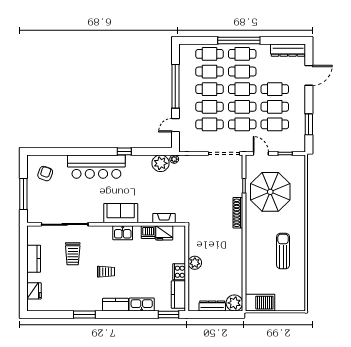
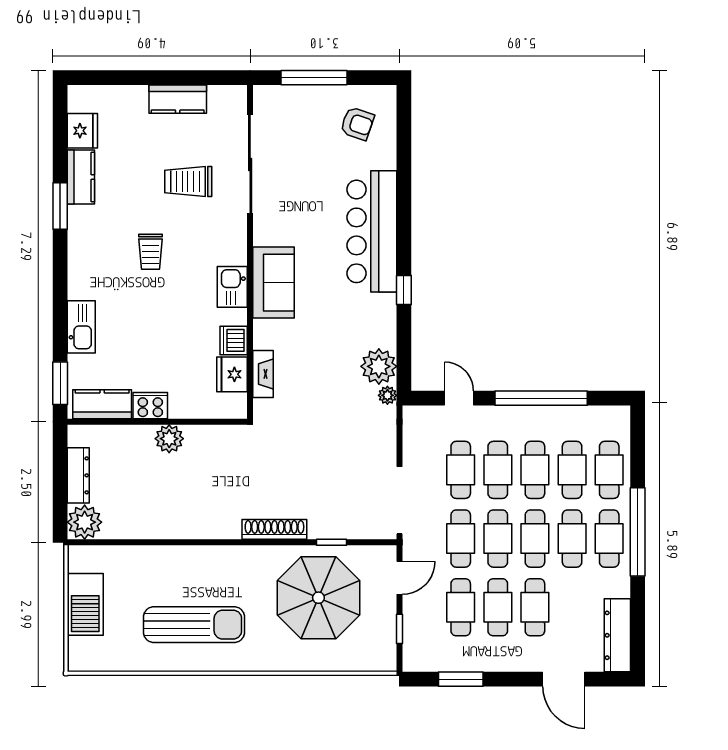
sun lounger: (283, 251) -> (194, 625), width x1.36, depth x1.34
fridge: (34, 291) -> (82, 131), moved, turned -90
barbecue: (260, 303) -> (85, 604), moved
kitchen counter: (115, 305) -> (81, 177), moved

